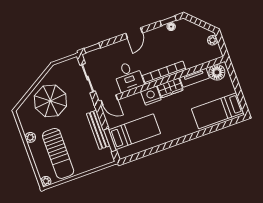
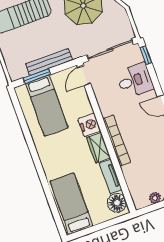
desk: (129, 76) -> (135, 80), moved, turned 180
sliding door: (88, 78) -> (110, 50), width x1.37

